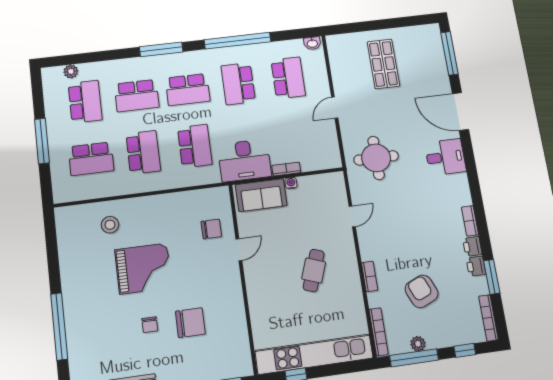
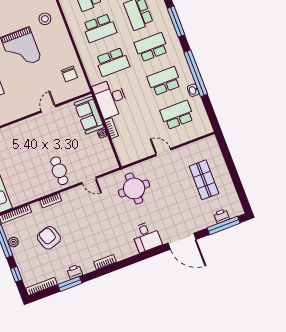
washbasin: (312, 43) -> (193, 90), moved
shop shelf: (383, 64) -> (204, 180), turned 90
school desk: (288, 78) -> (177, 115), turned 180
school desk: (188, 90) -> (151, 47), turned 90
door: (460, 112) -> (182, 241), swing flipped
chair: (211, 229) -> (70, 74), moved
printer: (472, 246) -> (221, 216), moved
door: (239, 250) -> (48, 109), swing flipped
cafe table: (314, 271) -> (59, 171), moved, turned 70
armchair: (422, 291) -> (49, 238), turned -85

